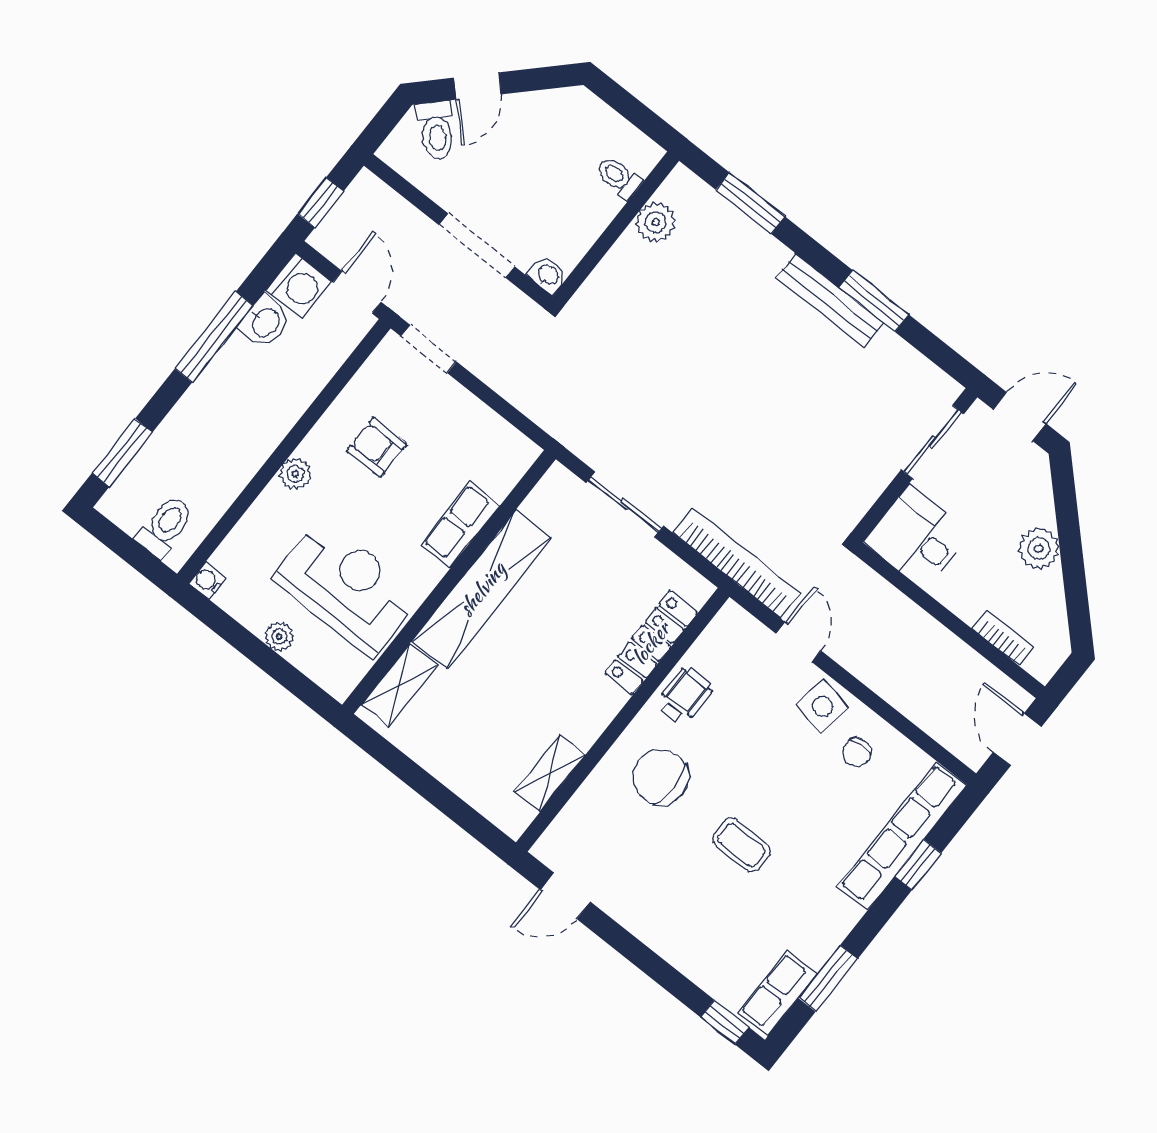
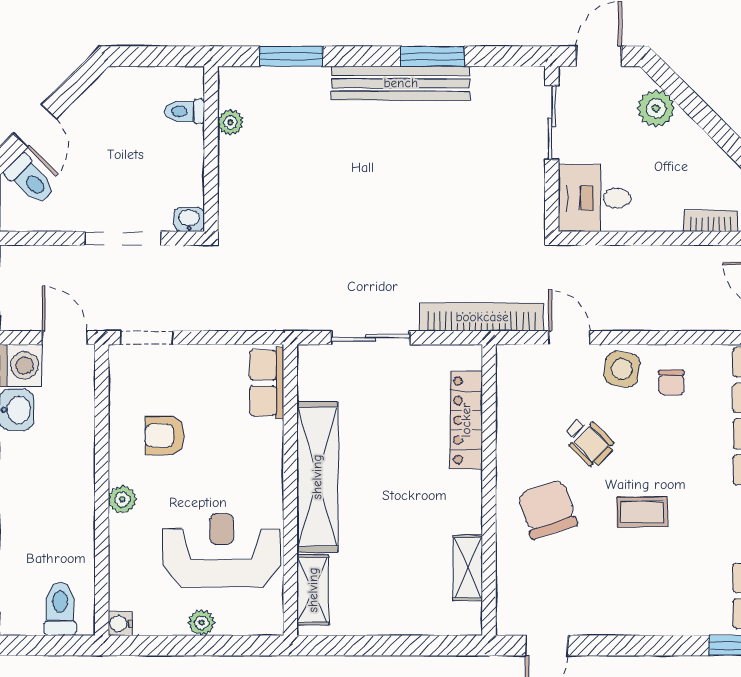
plant: (656, 222) -> (230, 122), width x0.73, depth x0.73
bench: (830, 300) -> (401, 83), width x1.37, depth x1.21
row of seats: (461, 525) -> (267, 383), moved
plant: (1039, 549) -> (656, 108), moved
wheelchair: (684, 696) -> (589, 441), moved, turned 135
chair: (661, 777) -> (548, 509), turned 72

